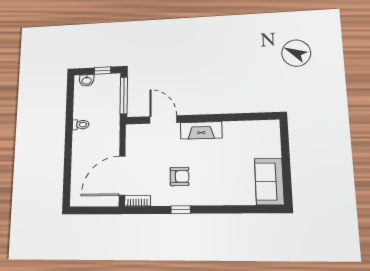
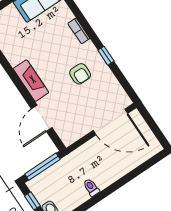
armchair: (180, 176) -> (80, 74), turned 180
bookcase: (138, 201) -> (79, 31), moved

